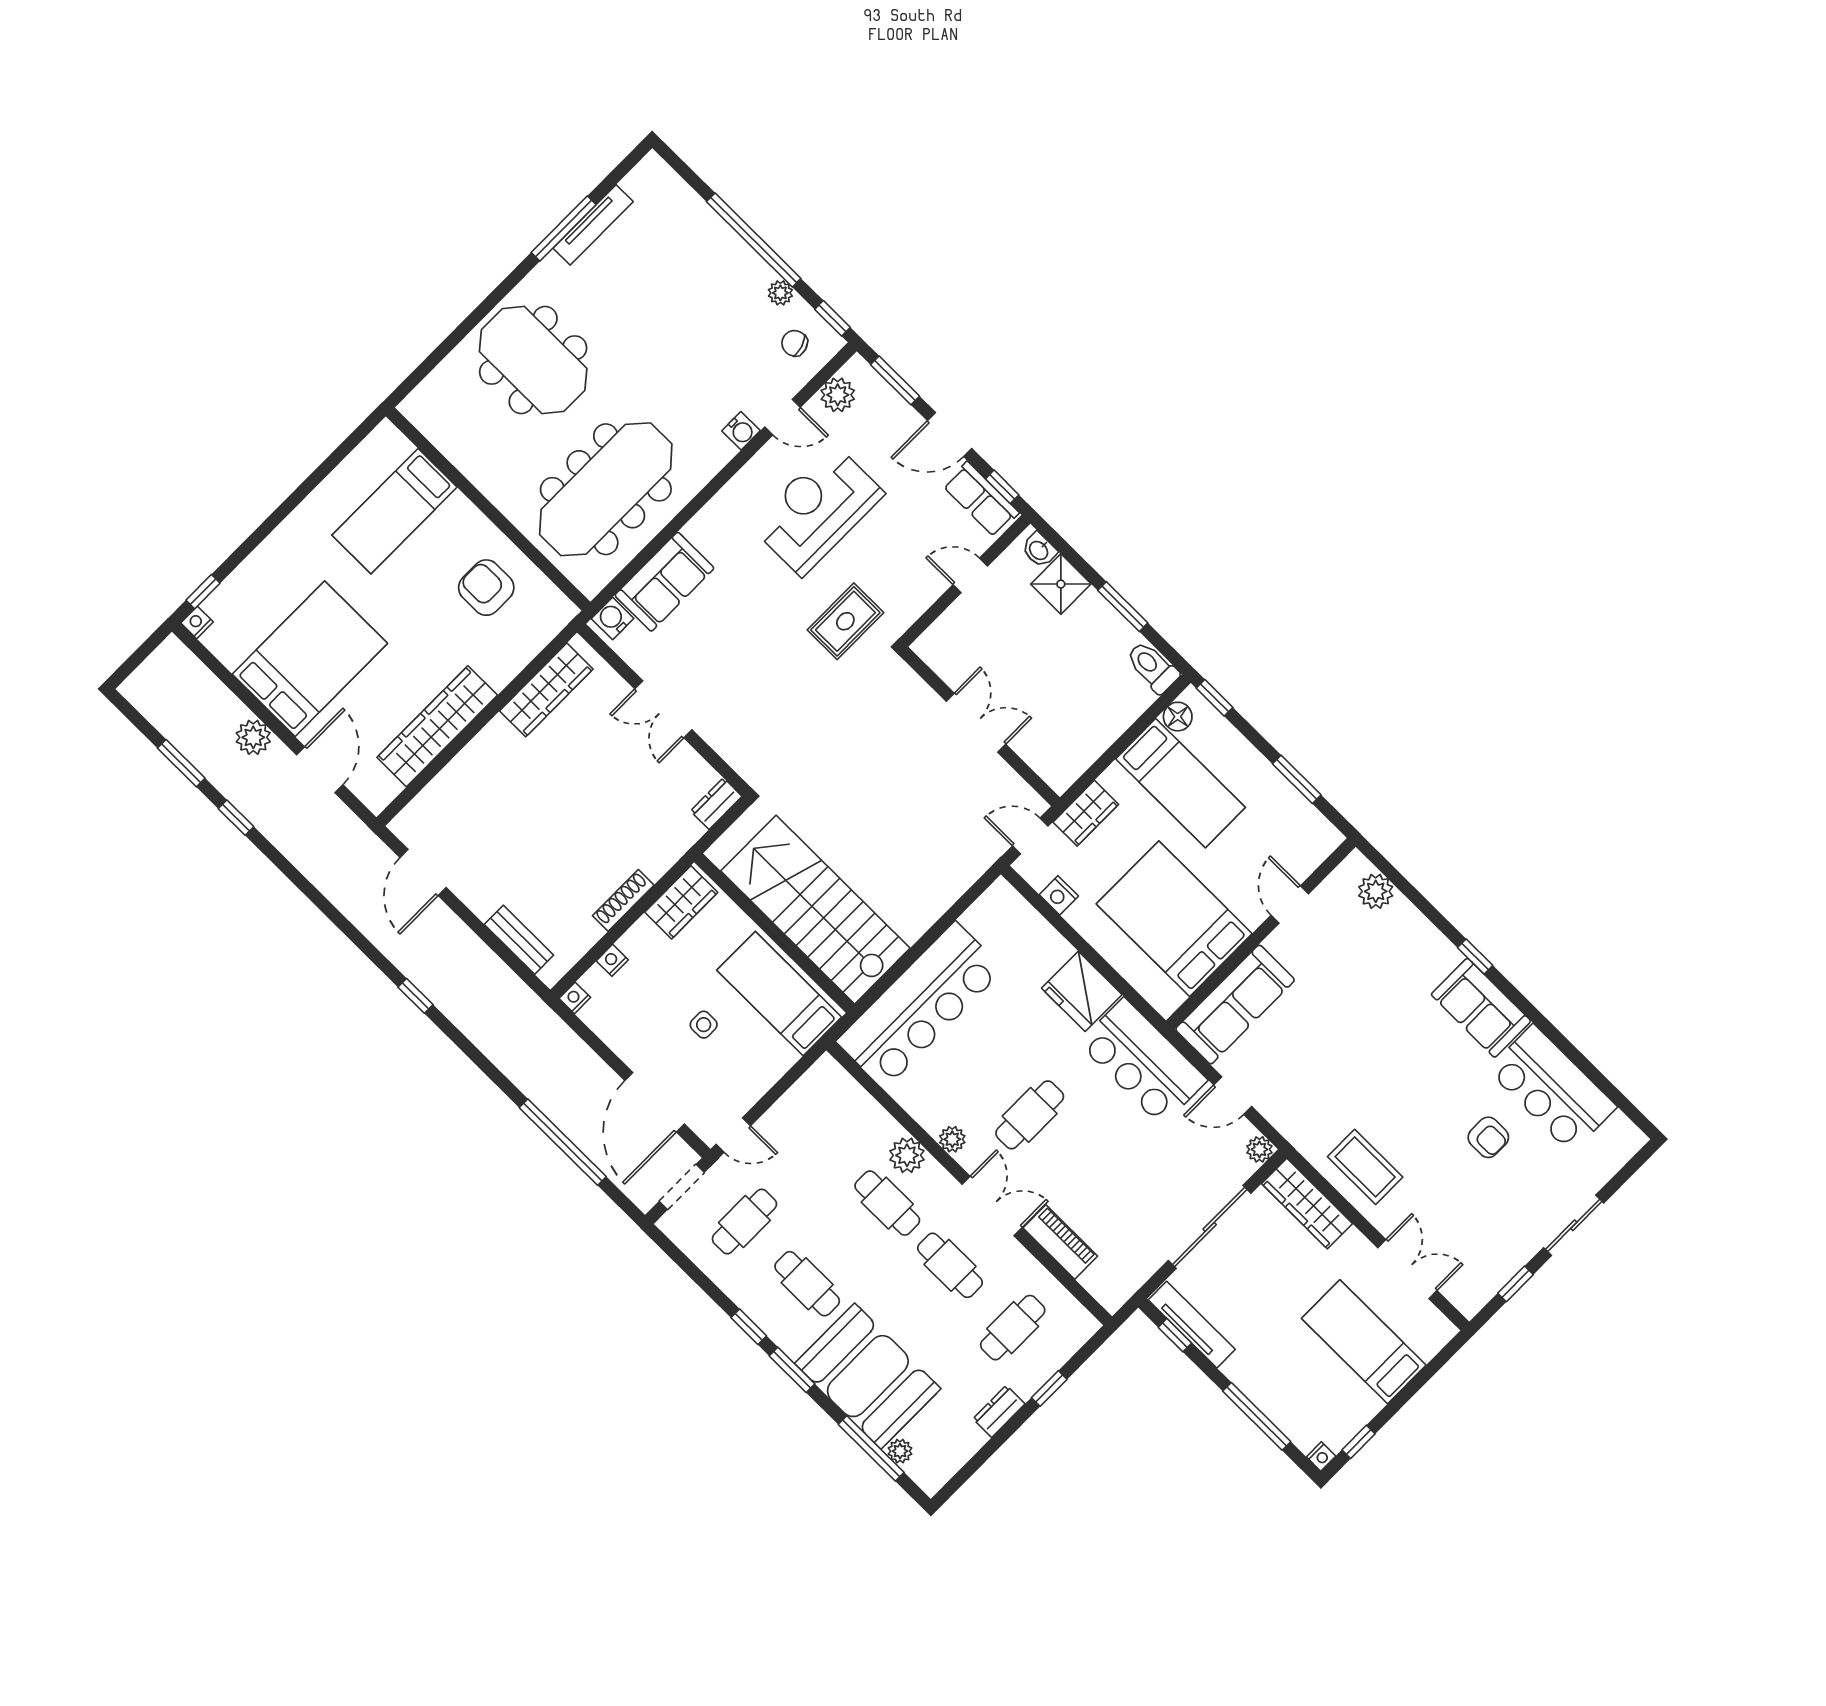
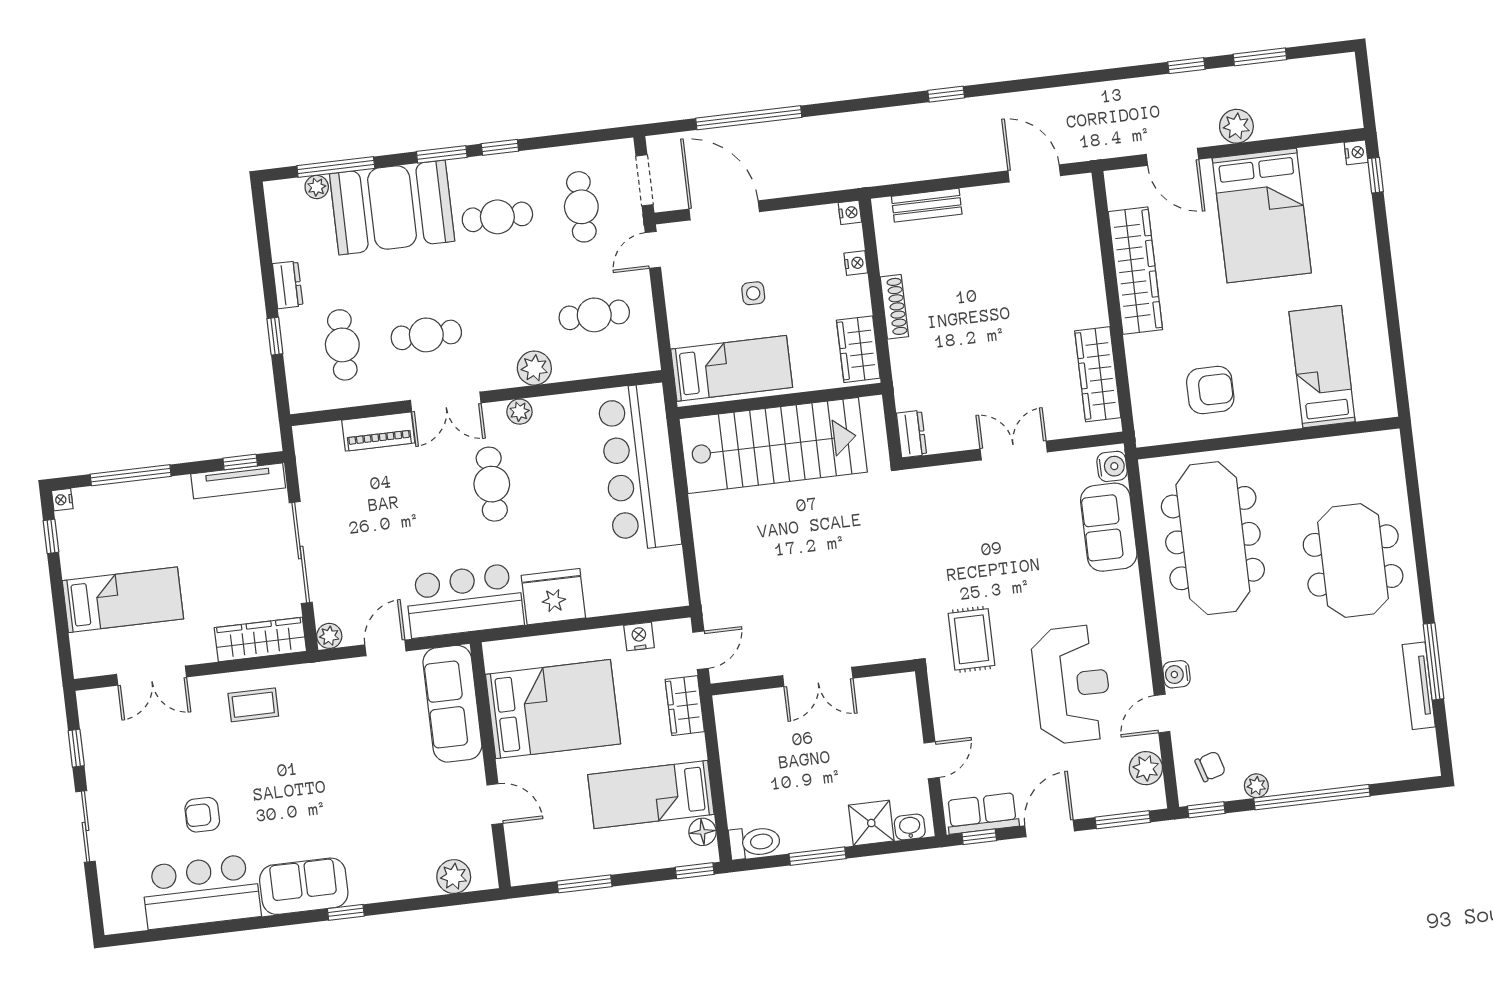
meeting table: (533, 360) -> (1353, 560), turned 90
coffee table: (1365, 1167) -> (253, 705), width x0.73, depth x0.77
cafe table: (887, 1203) -> (594, 315), moved

